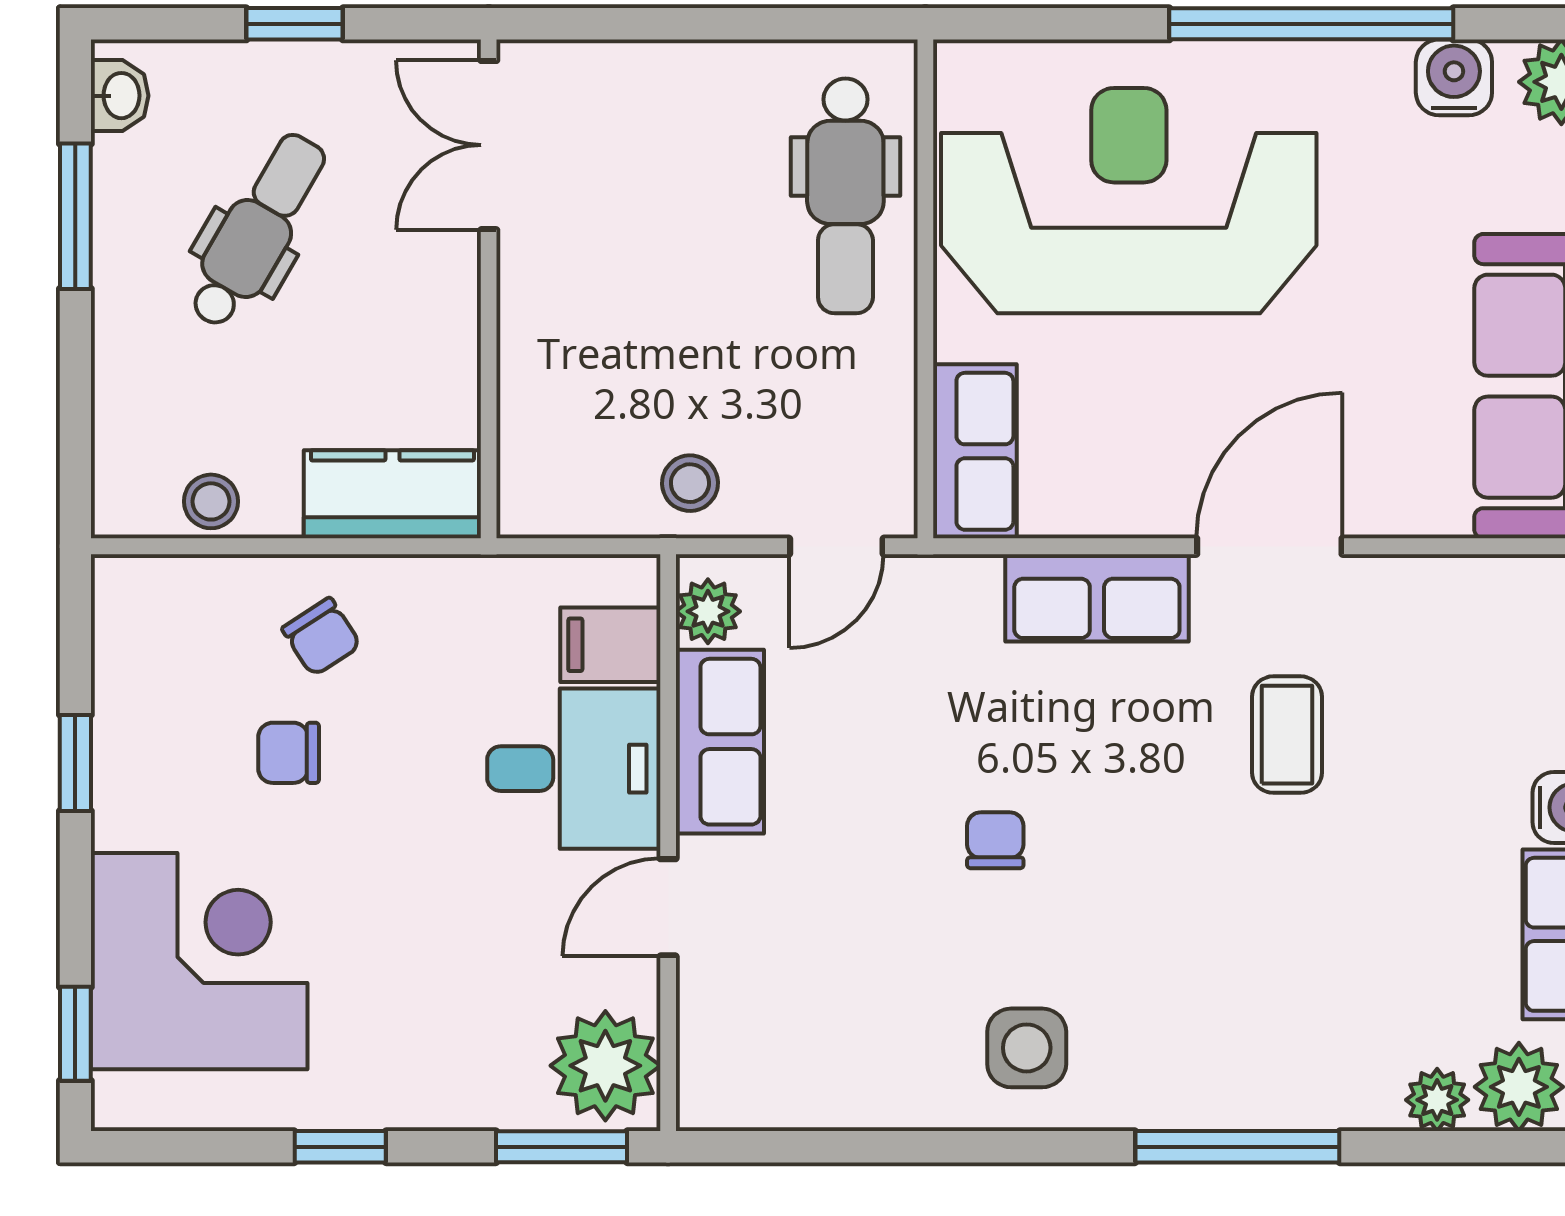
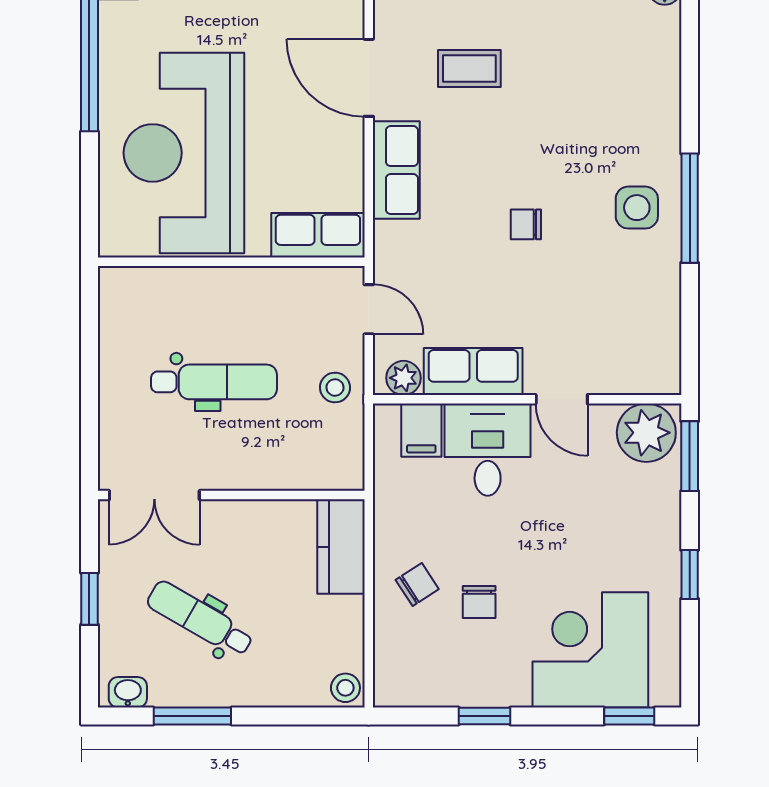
dental chair: (845, 196) -> (214, 382), moved
stool: (211, 501) -> (345, 688), moved
window: (1237, 1147) -> (690, 208), moved

